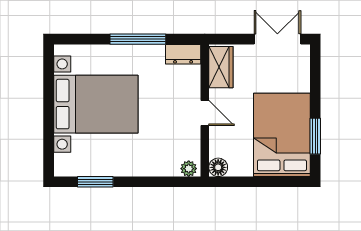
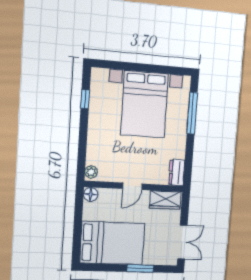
window: (138, 39) -> (192, 113), moved
window: (315, 136) -> (140, 268), moved
window: (95, 182) -> (85, 99), width x0.67

